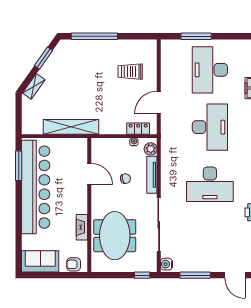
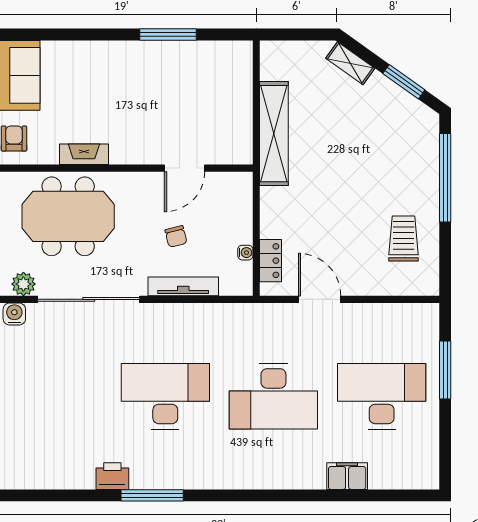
trolley: (130, 72) -> (404, 239), moved
plant: (151, 149) -> (23, 284), moved
window: (19, 166) -> (168, 35), moved
desk: (210, 184) -> (165, 396), turned 90
bar counter: (36, 187) -> (160, 67), removed

